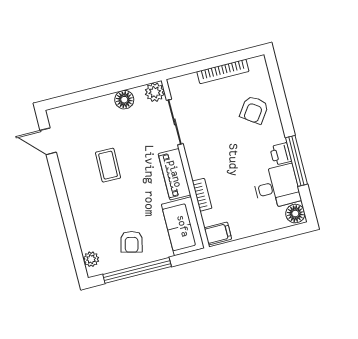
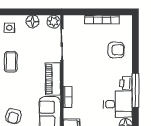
armchair: (254, 110) -> (116, 50), turned -125
side table: (93, 117) -> (9, 28), added

